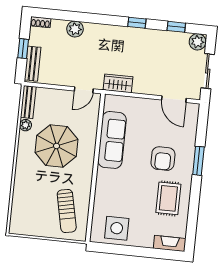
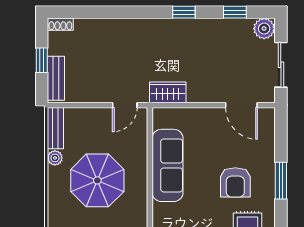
plant: (75, 29) -> (106, 28), removed

